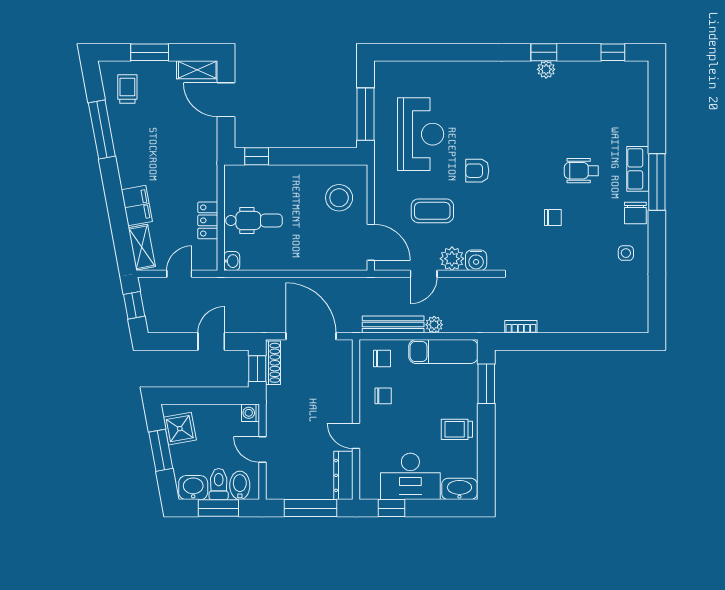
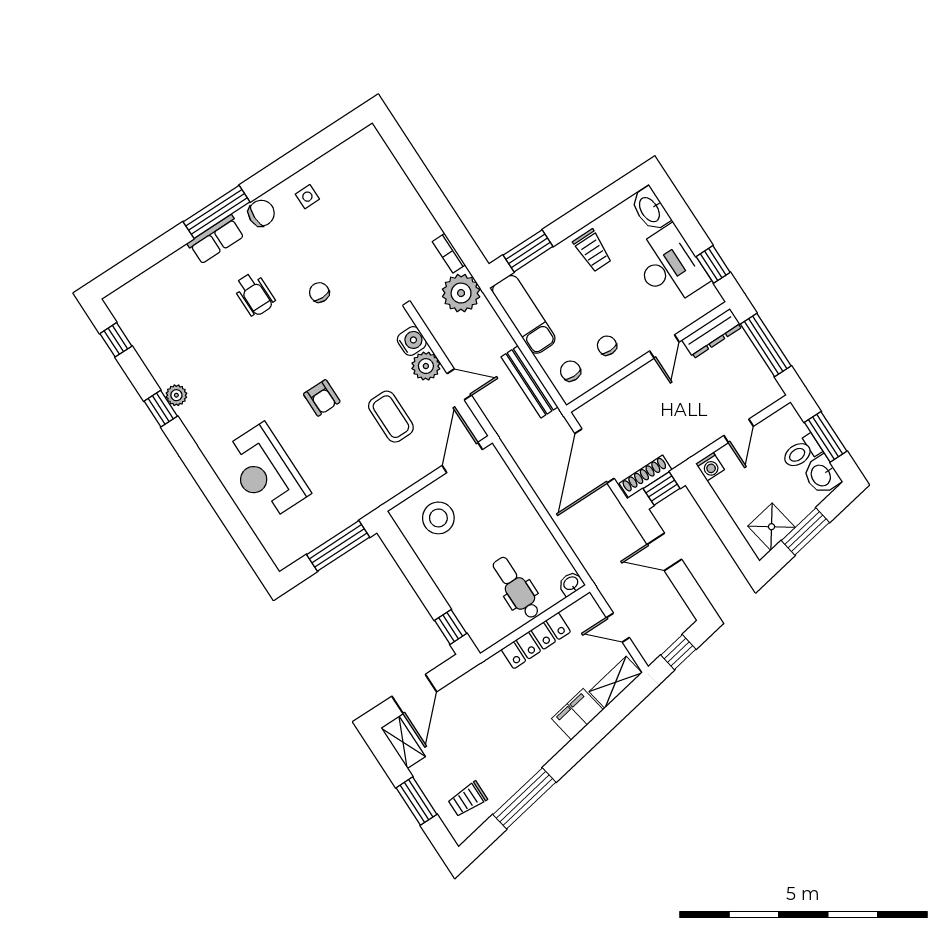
reception desk: (421, 134) -> (266, 472), moved, turned -90
locker: (208, 220) -> (536, 641), width x1.53
plant: (434, 325) -> (461, 293), moved, width x1.87, depth x1.87
bidet: (240, 485) -> (789, 430), removed

